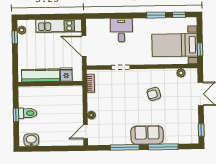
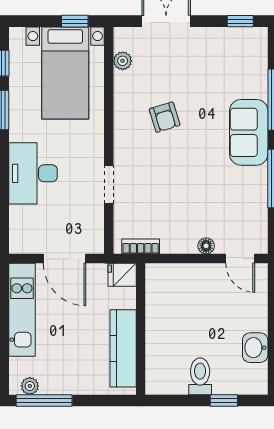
desk: (121, 30) -> (33, 173), width x1.37
window: (15, 37) -> (44, 400), width x2.17
door: (84, 46) -> (65, 259), hinge flipped
fridge: (66, 75) -> (122, 275), moved
window: (16, 115) -> (224, 400), moved
washbasin: (31, 140) -> (255, 348), moved

